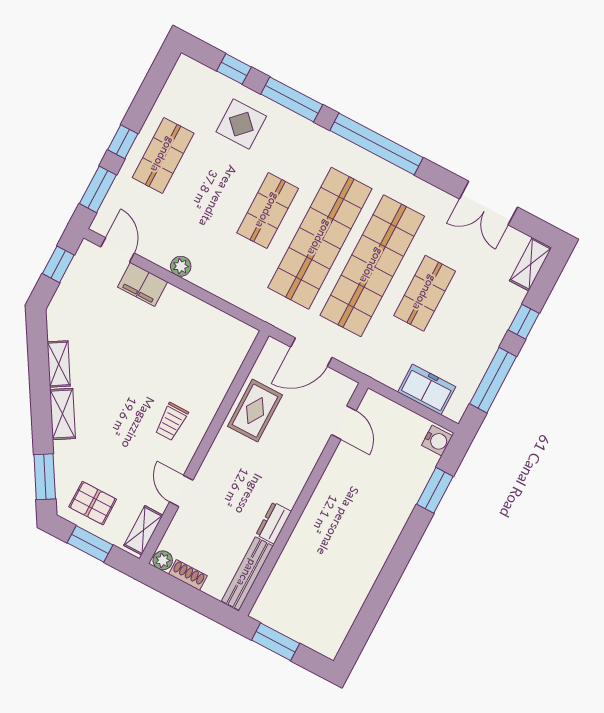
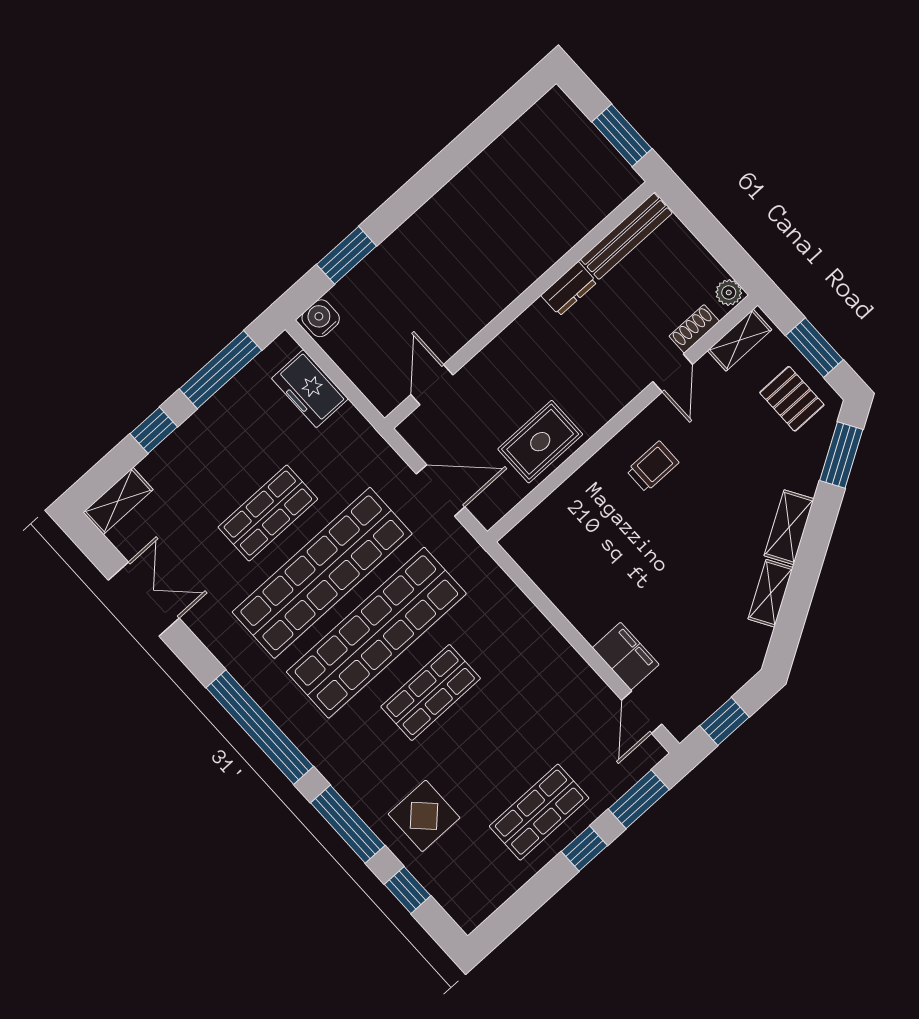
plant: (181, 266) -> (568, 662), removed
shoe rack: (188, 575) -> (694, 329), moved, turned 90

